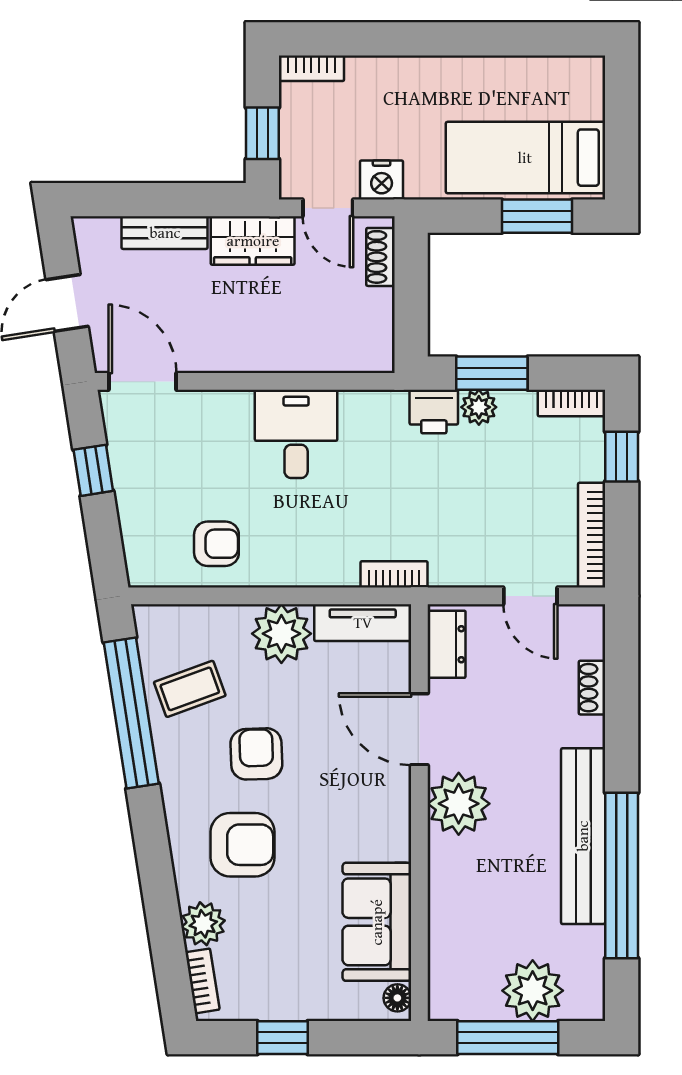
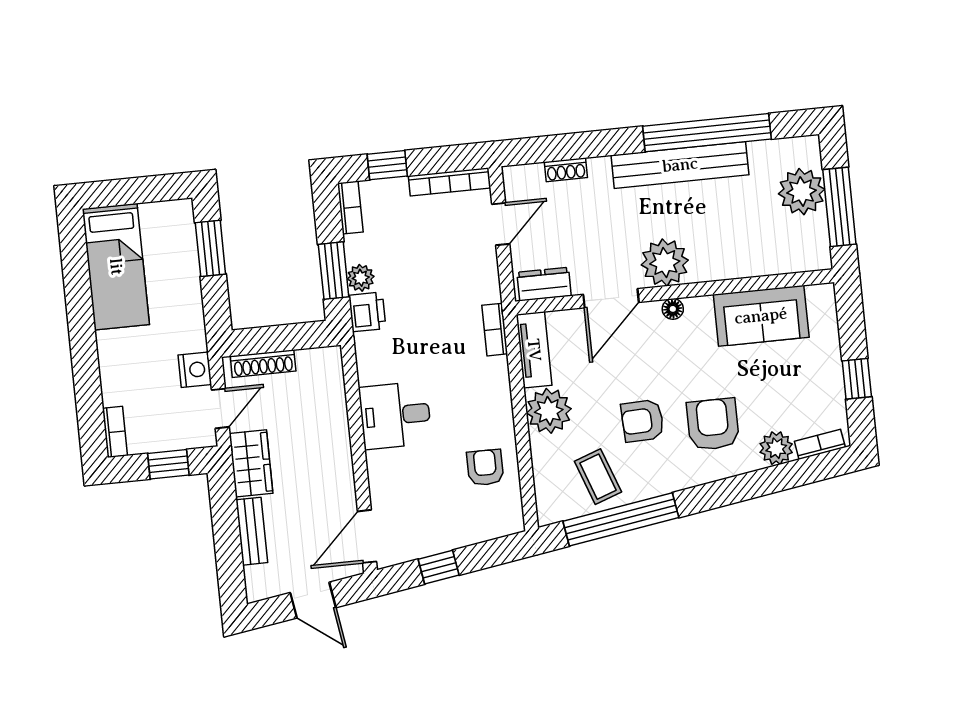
bed: (525, 158) -> (116, 267), moved
shoe rack: (380, 257) -> (263, 364), width x1.43
floor lamp: (397, 998) -> (673, 309), moved

